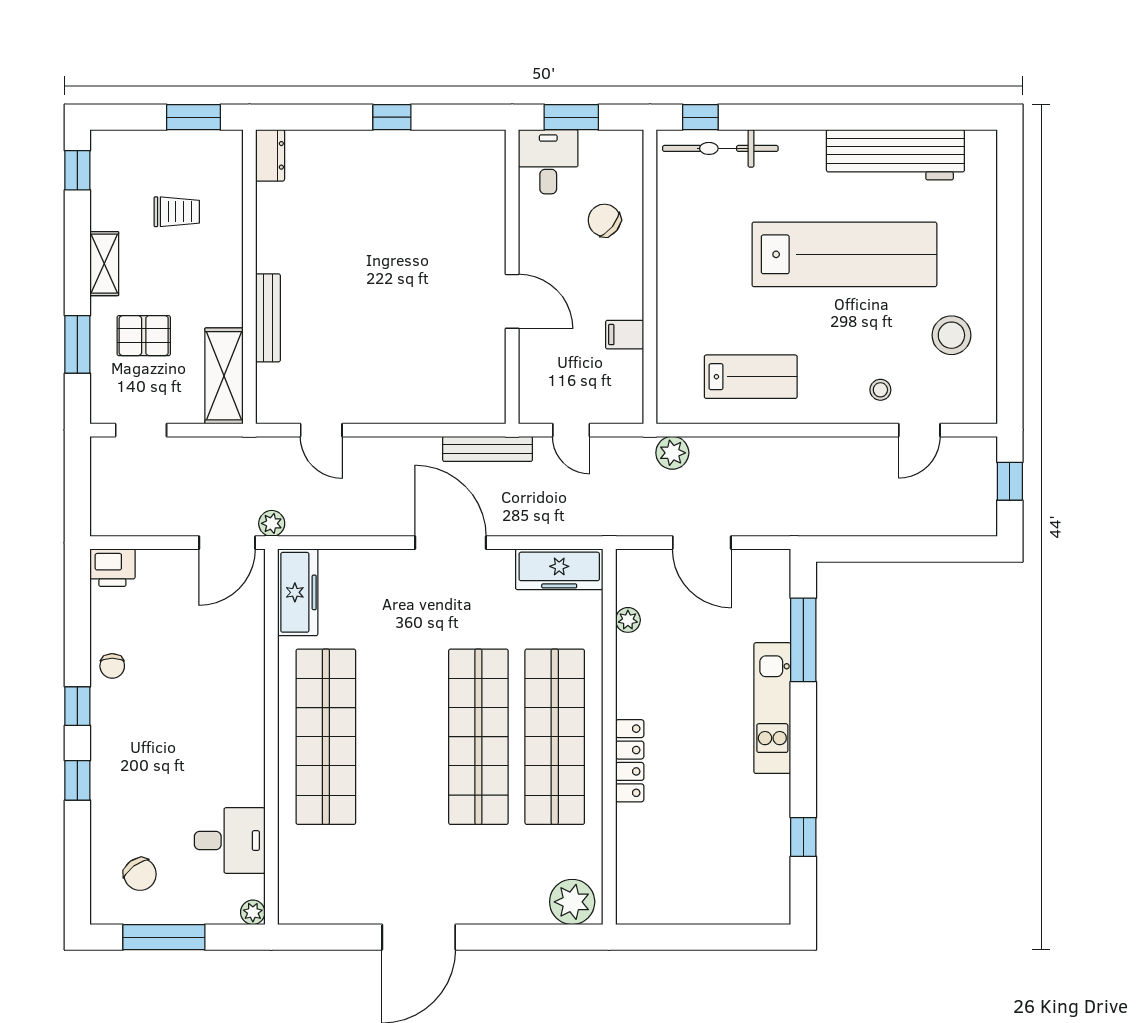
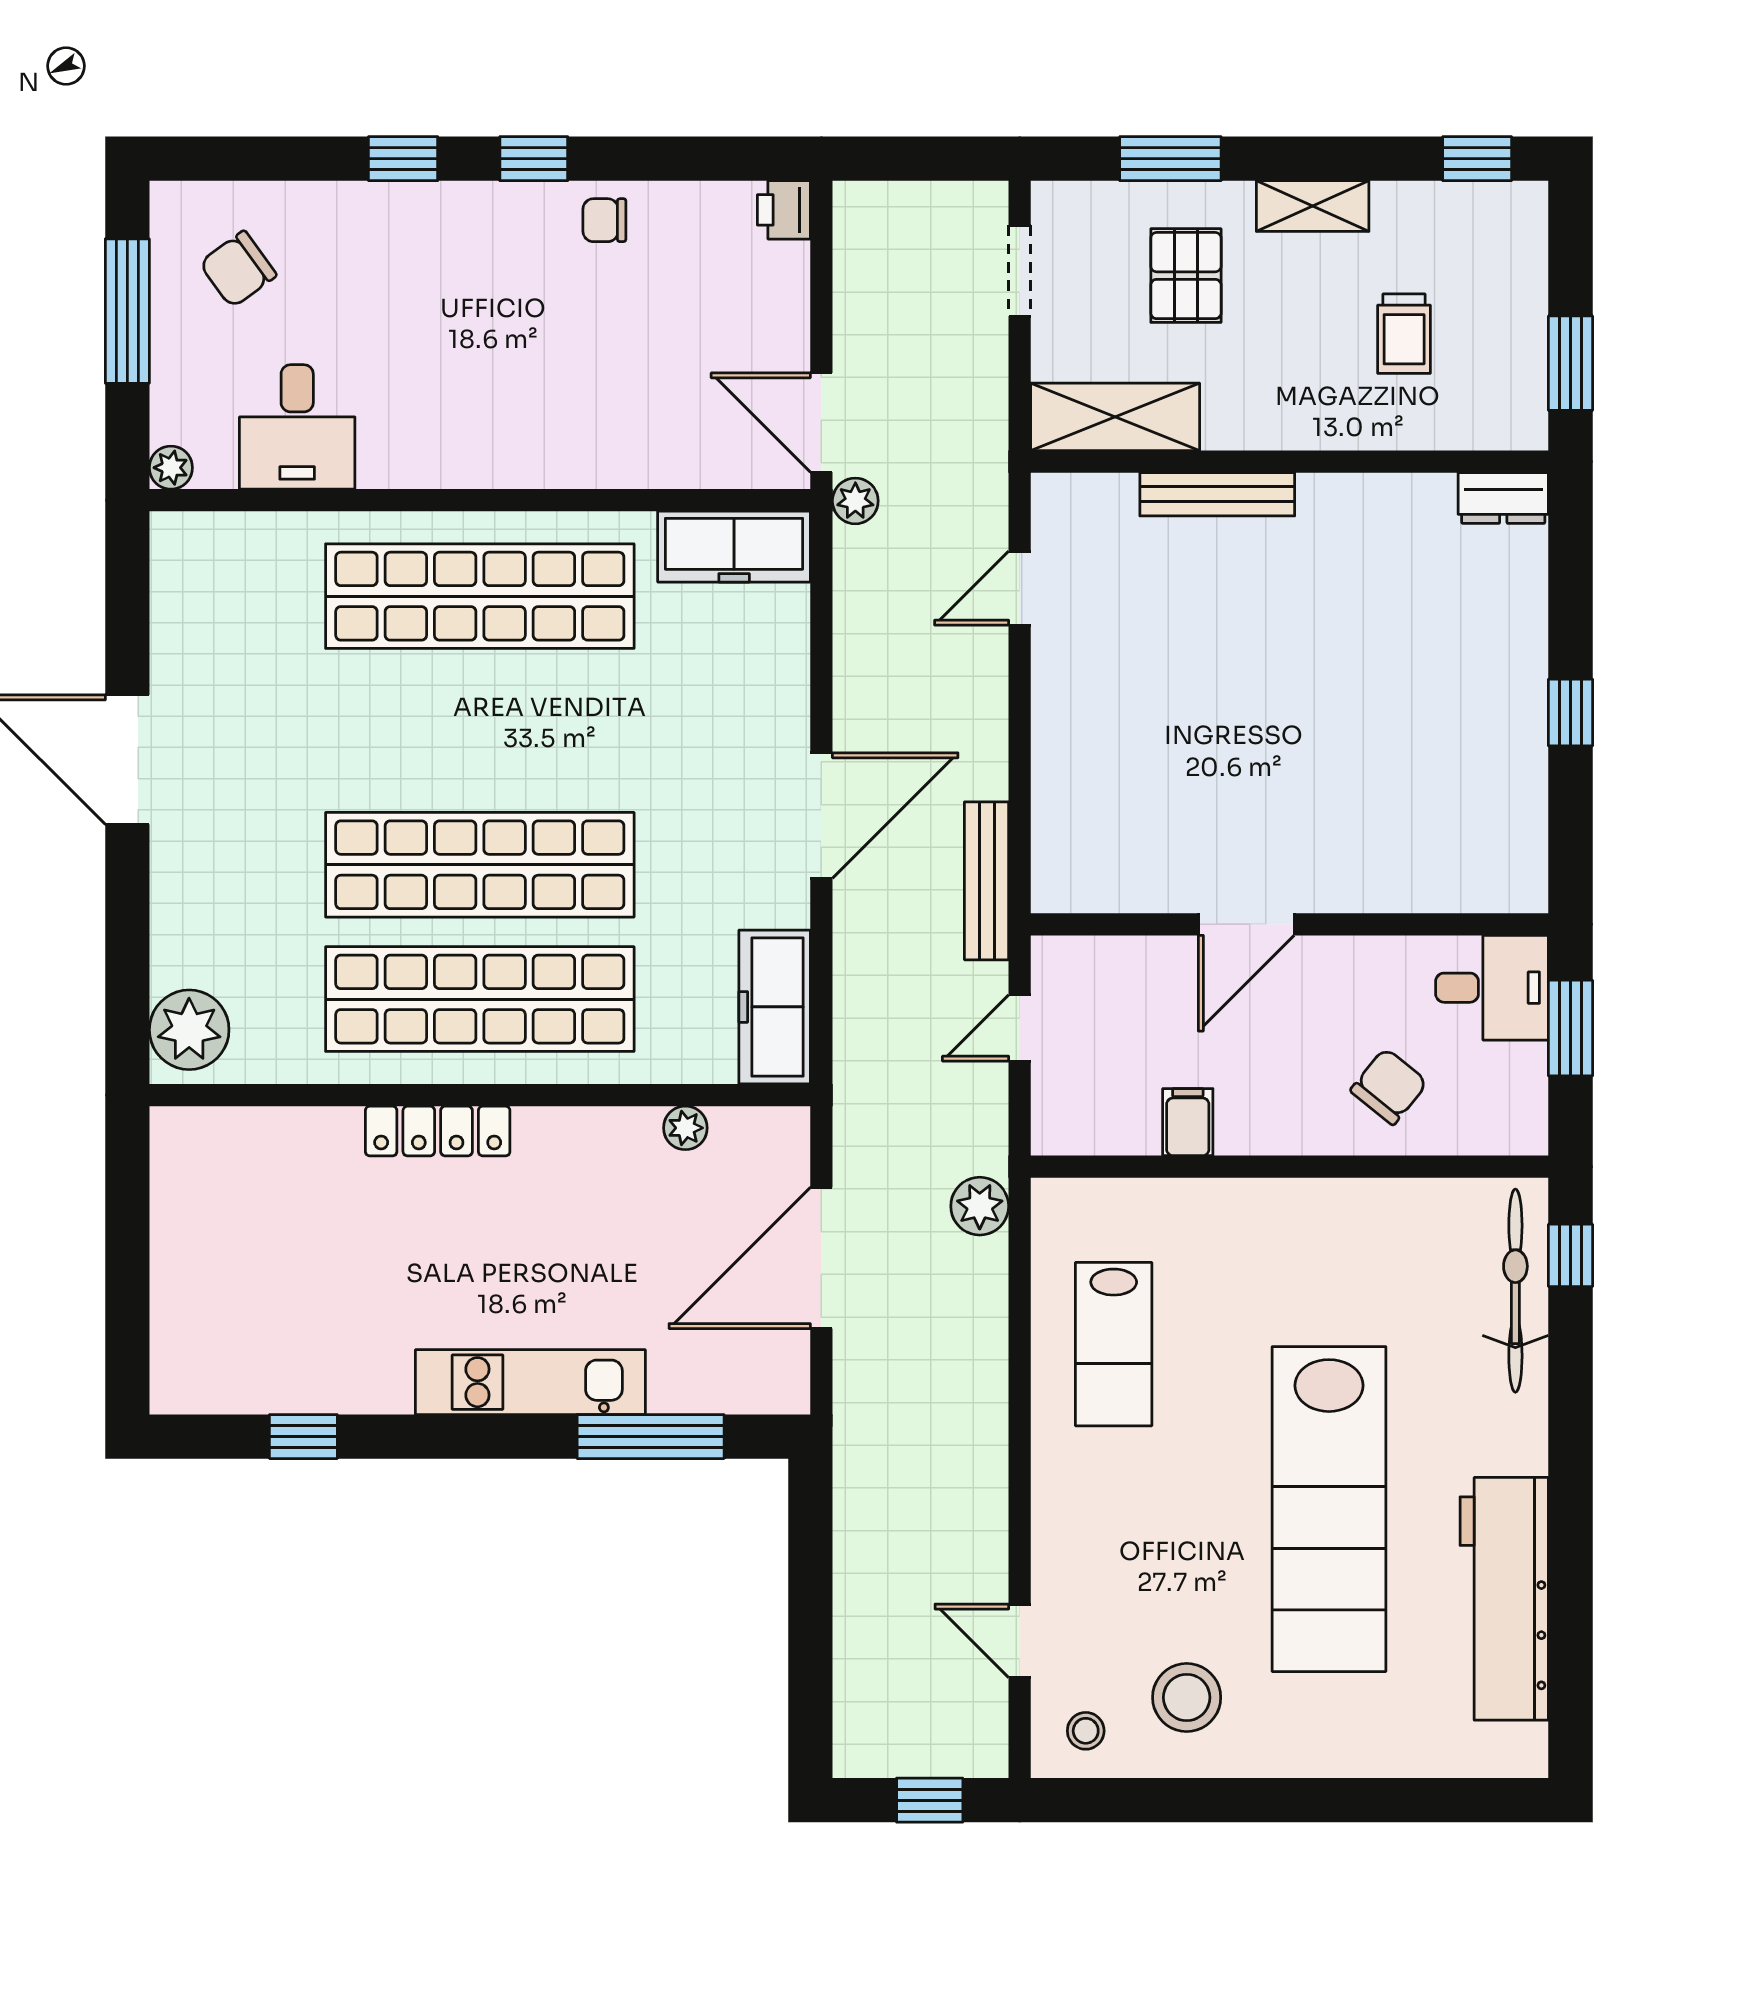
stool: (880, 390) -> (1086, 1731), moved
door: (702, 543) -> (821, 1258), width x1.36
printer: (112, 568) -> (784, 210), width x0.73, depth x0.81

